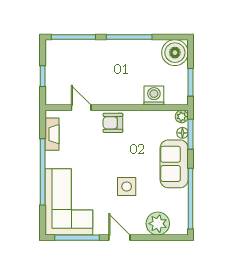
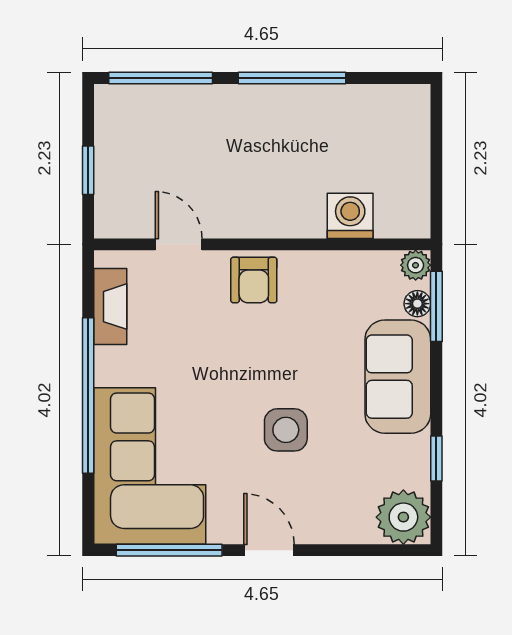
boiler: (175, 53) -> (400, 115), removed
window: (191, 82) -> (436, 184), removed
armchair: (113, 123) -> (254, 280), turned -90
window: (191, 199) -> (436, 459), width x0.32
plant: (158, 224) -> (403, 517), moved

